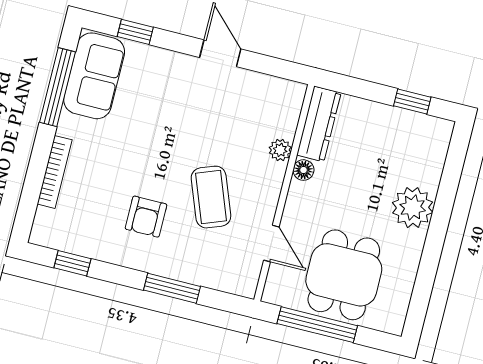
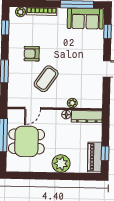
piano: (415, 128) -> (95, 157), added
coffee table: (211, 197) -> (46, 79), turned -34
plant: (45, 220) -> (20, 12), added

